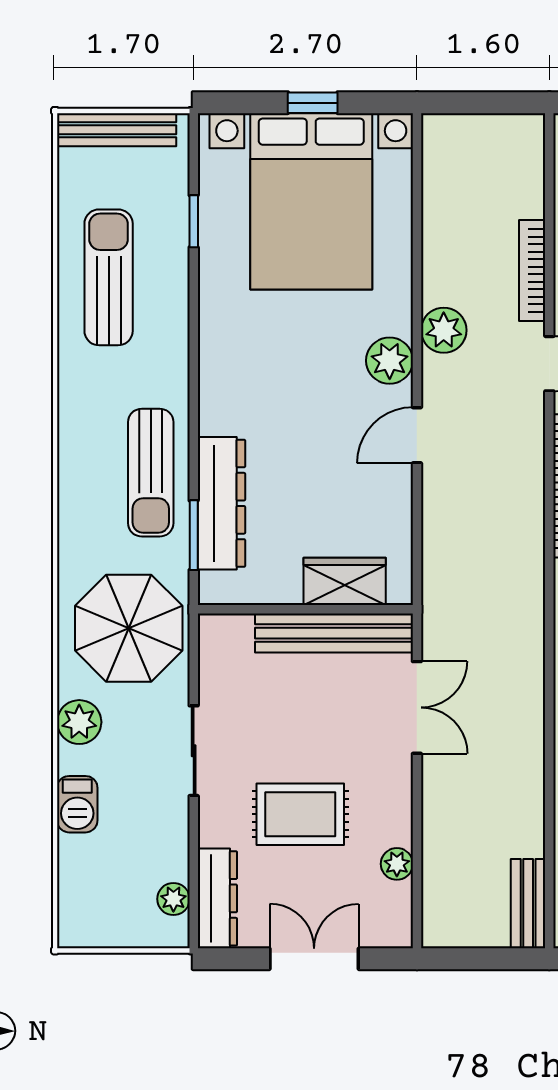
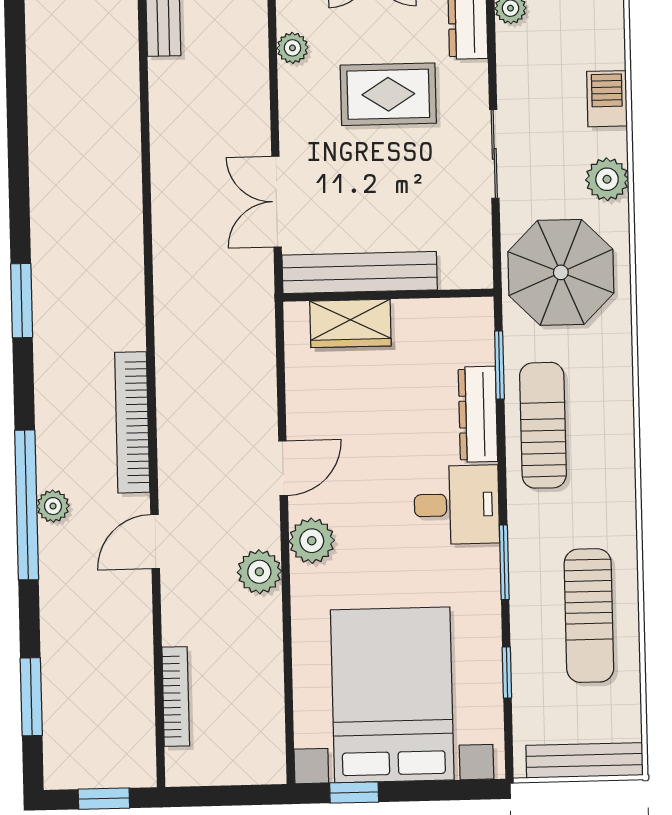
window: (313, 103) -> (354, 792), moved
bookcase: (532, 270) -> (176, 697), moved
window: (194, 334) -> (504, 562), added
desk: (241, 394) -> (457, 505), added
dresser: (221, 503) -> (478, 414), width x0.73, depth x0.80

